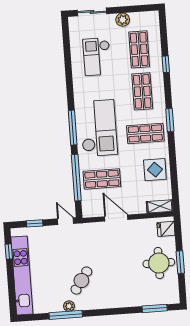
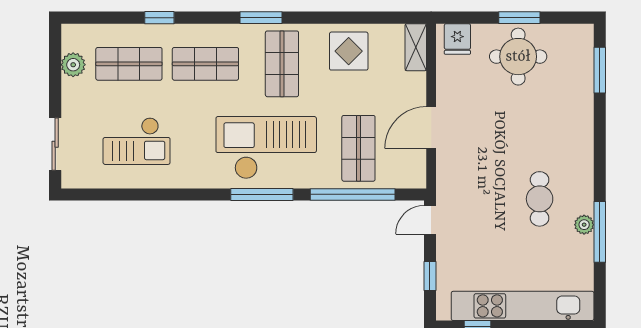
plant: (123, 20) -> (73, 65), moved
cafe table: (81, 281) -> (540, 199), turned 55

